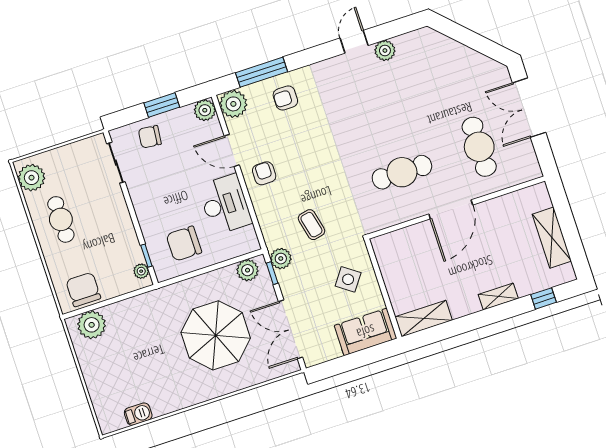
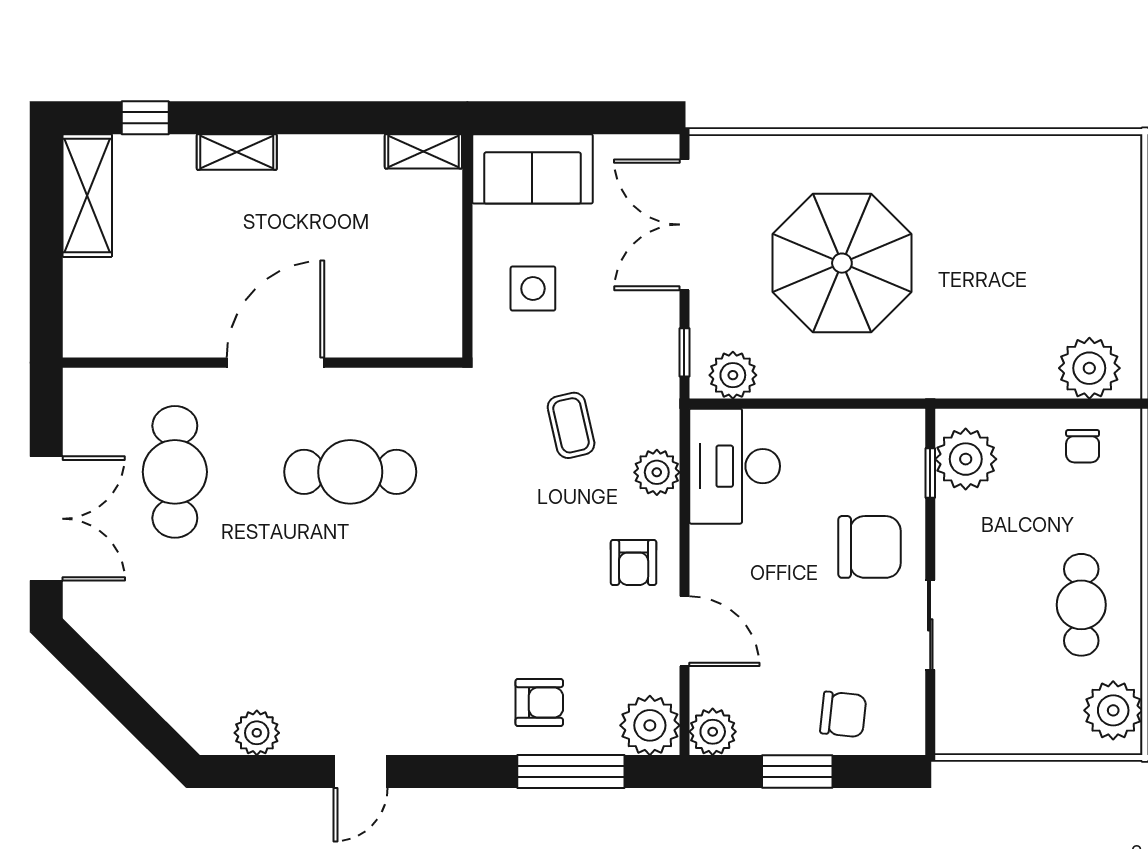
plant: (385, 50) -> (257, 733), moved
sliding door: (116, 163) -> (930, 625), moved
desk: (225, 204) -> (735, 466), moved
shelving: (552, 238) -> (87, 196), moved
chair: (184, 244) -> (870, 547), moved
plant: (281, 259) -> (657, 472), moved
plant: (141, 271) -> (966, 459), width x1.88, depth x1.88
side table: (348, 279) -> (533, 289), turned -36
chair: (83, 289) -> (1083, 446), width x0.54, depth x0.54
shelving: (424, 319) -> (423, 151), width x0.67, depth x0.75
double door: (291, 329) -> (684, 225), swing flipped
barbecue: (138, 414) -> (1054, 154), removed

